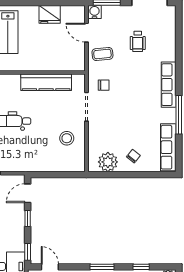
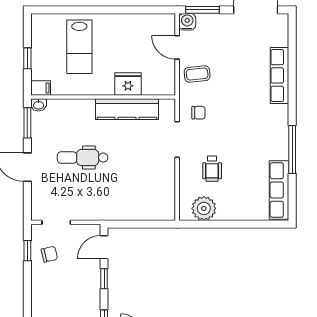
fridge: (50, 14) -> (128, 84), moved, turned 180
wheelchair: (138, 41) -> (212, 169), moved
row of seats: (169, 85) -> (279, 75), moved
stool: (67, 138) -> (153, 179), removed
chair: (133, 156) -> (235, 201), removed

